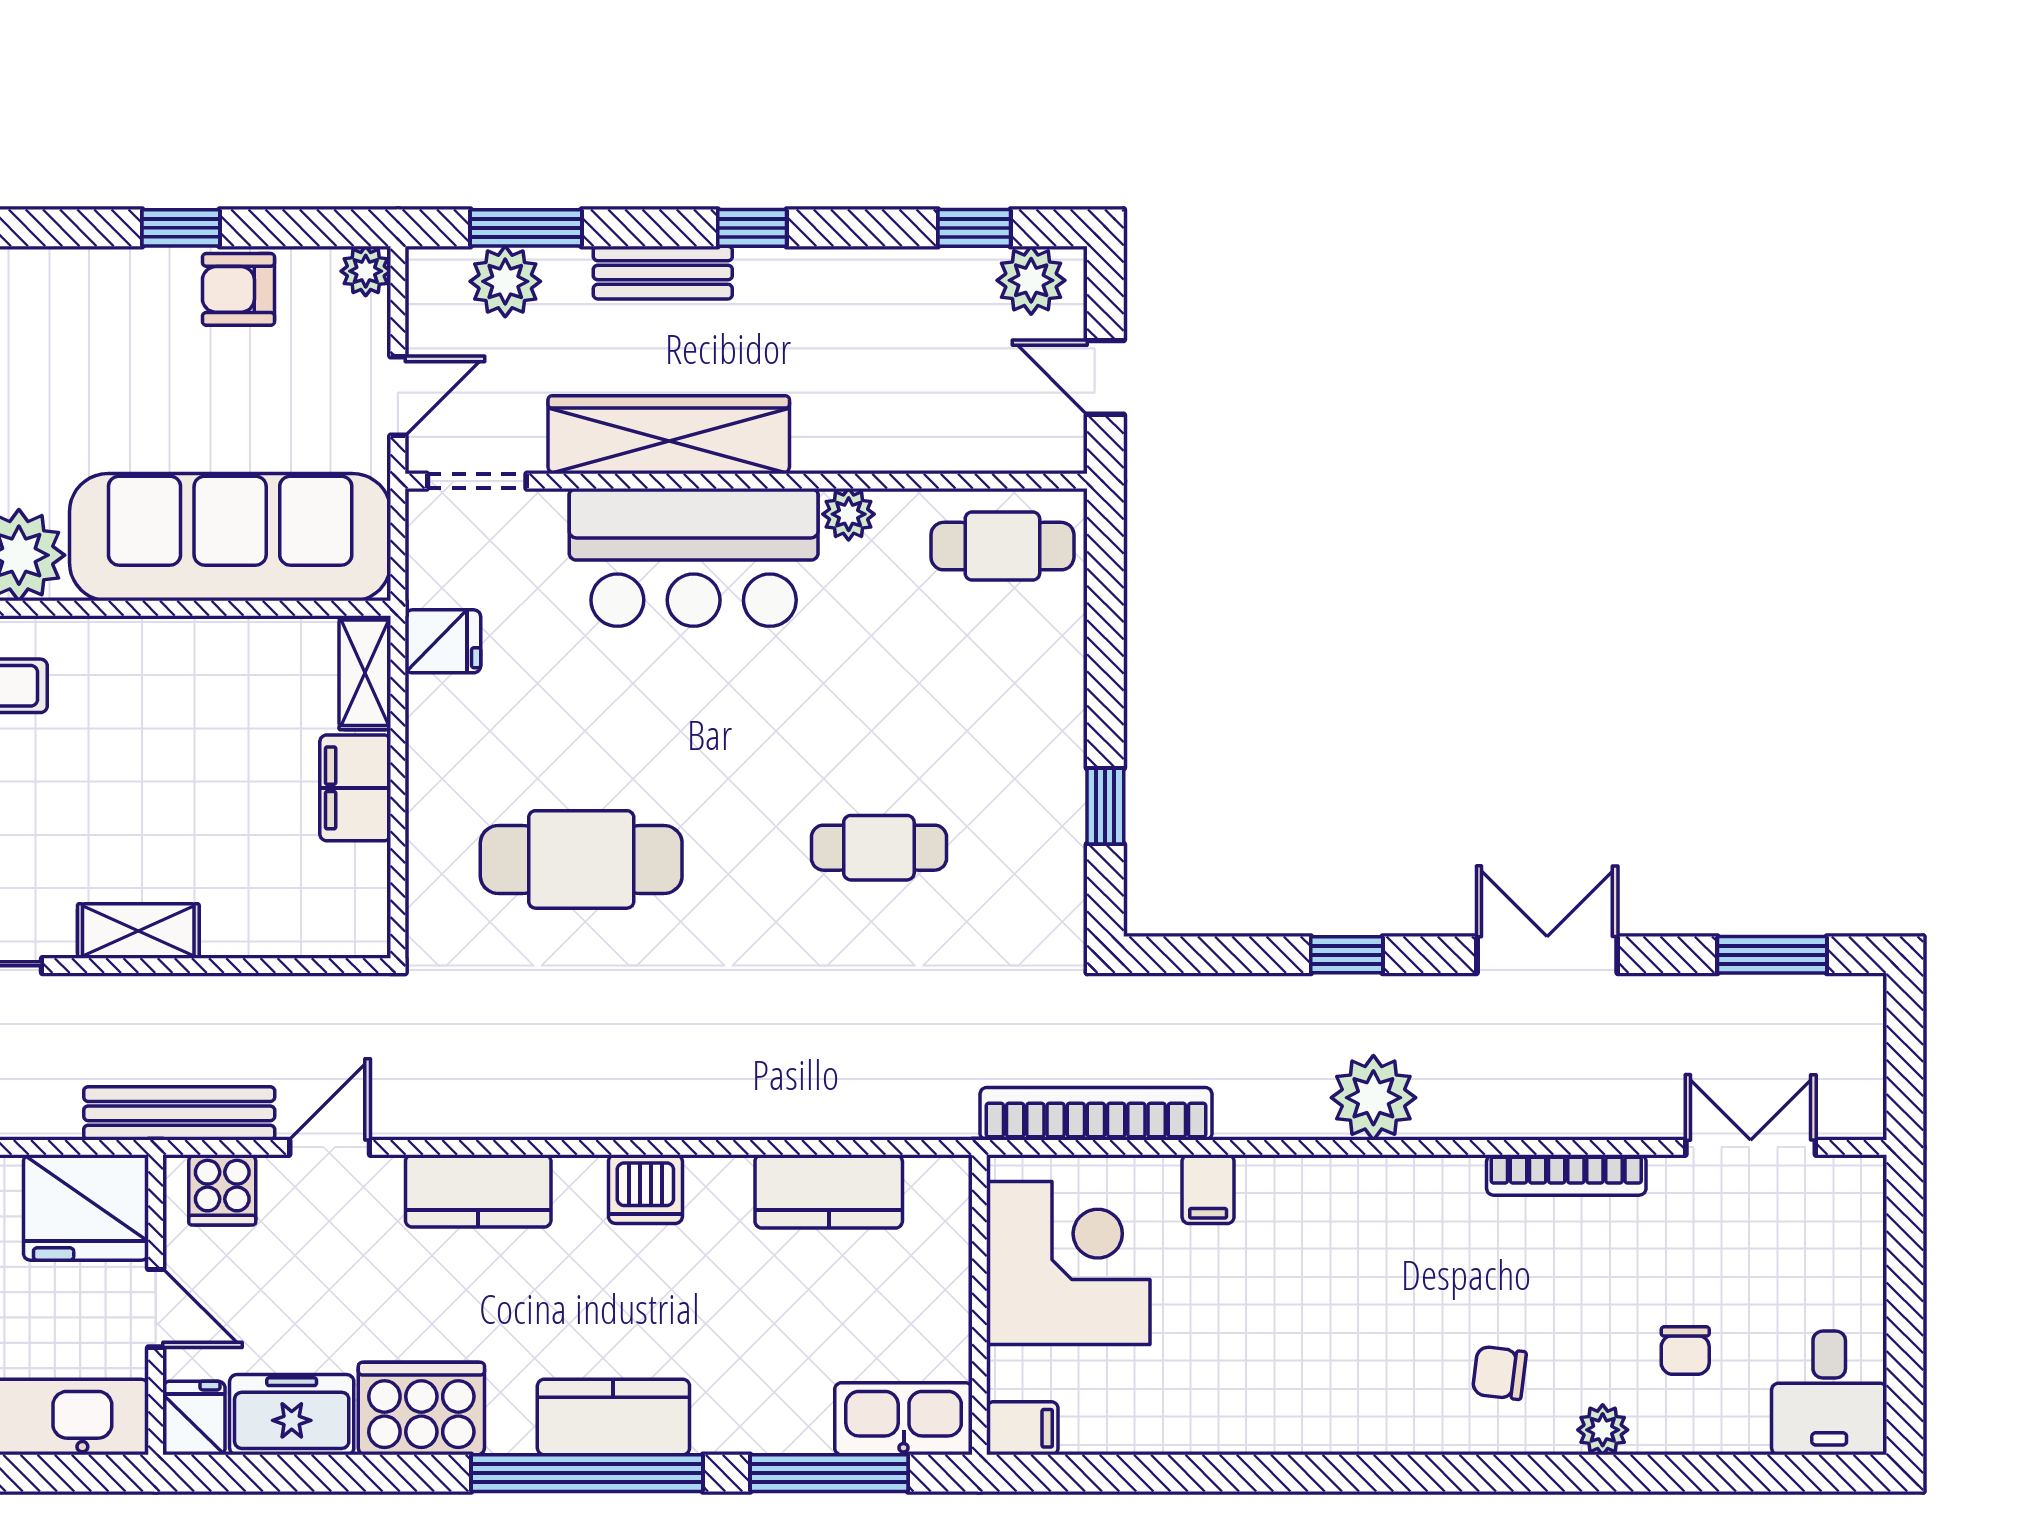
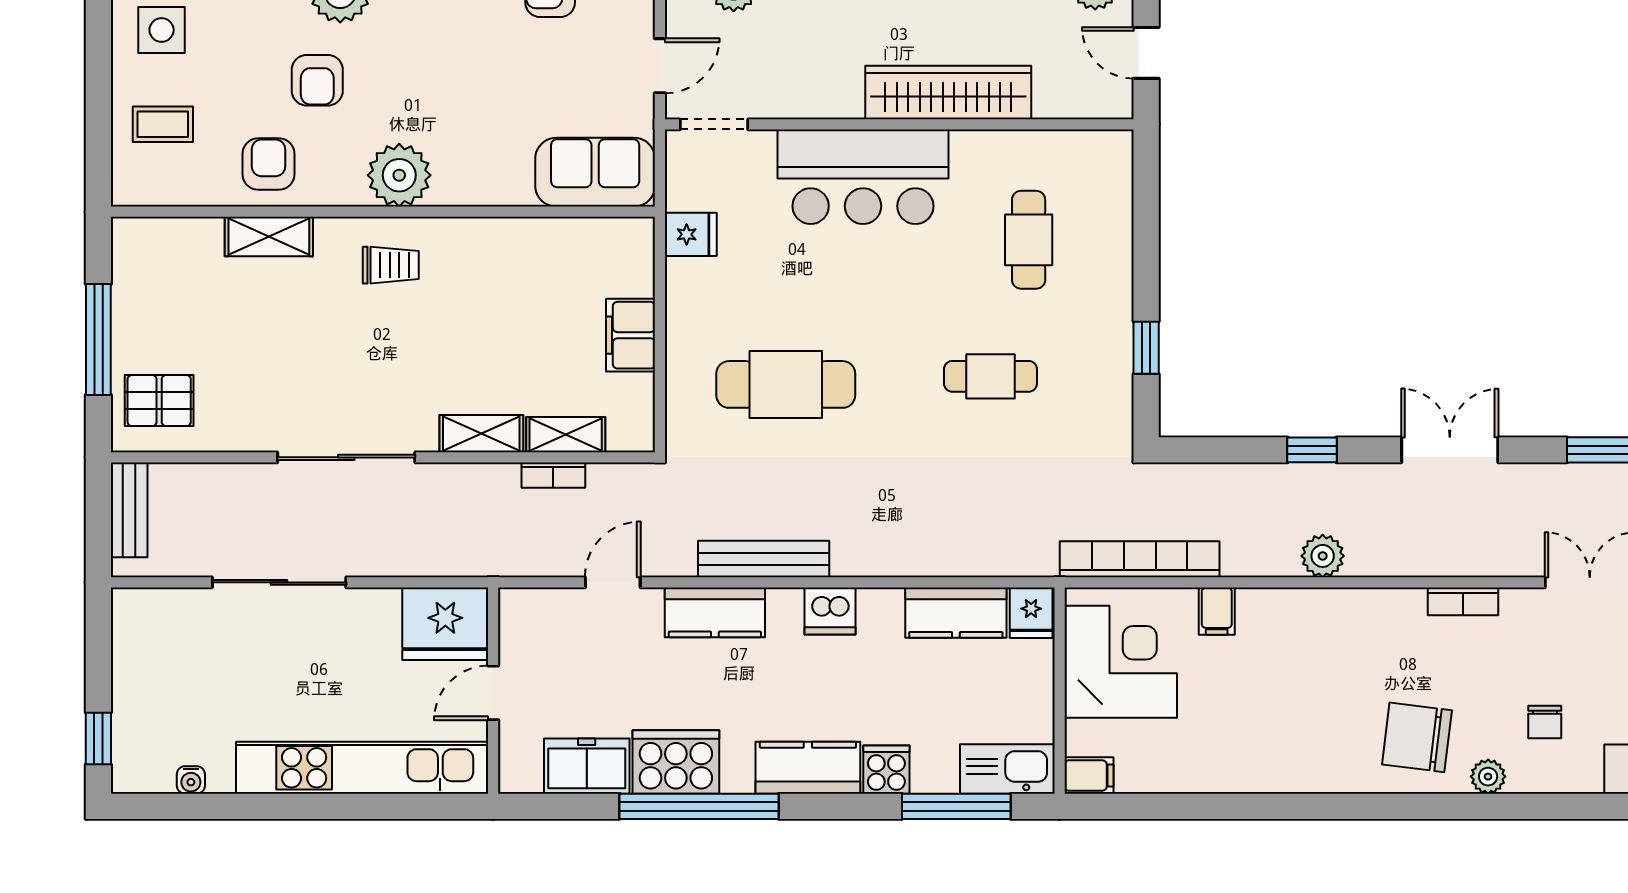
wardrobe: (669, 435) -> (948, 92), moved
plant: (849, 514) -> (970, 147), removed
sofa: (230, 537) -> (595, 172), width x0.54, depth x0.79
cafe table: (1002, 546) -> (1029, 240), moved, turned 90
shelving: (365, 673) -> (566, 435), moved, turned 90
bookcase: (243, 991) -> (553, 475), added
plant: (1373, 1098) -> (1323, 556), width x0.73, depth x0.73
bench: (179, 1113) -> (764, 559), moved
bookcase: (1566, 1175) -> (1463, 601), width x0.64
cooker: (222, 1190) -> (886, 770), moved, turned 180
door: (156, 1308) -> (493, 693), swing flipped
chair: (1499, 1373) -> (1417, 737), width x1.87, depth x1.87
fridge: (194, 1418) -> (1031, 613), moved, turned 180
window: (587, 1473) -> (699, 806), moved

